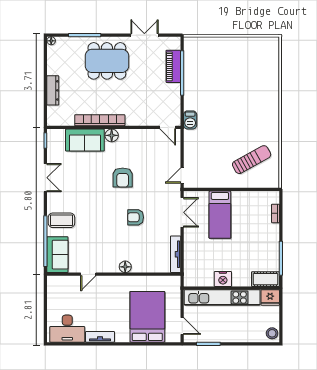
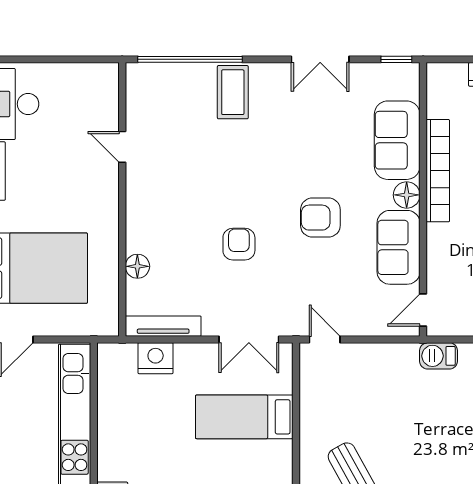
sofa: (57, 255) -> (399, 247), moved, turned 90
floor lamp: (125, 267) -> (137, 266), moved
nightstand: (223, 279) -> (156, 358), moved, turned 90

